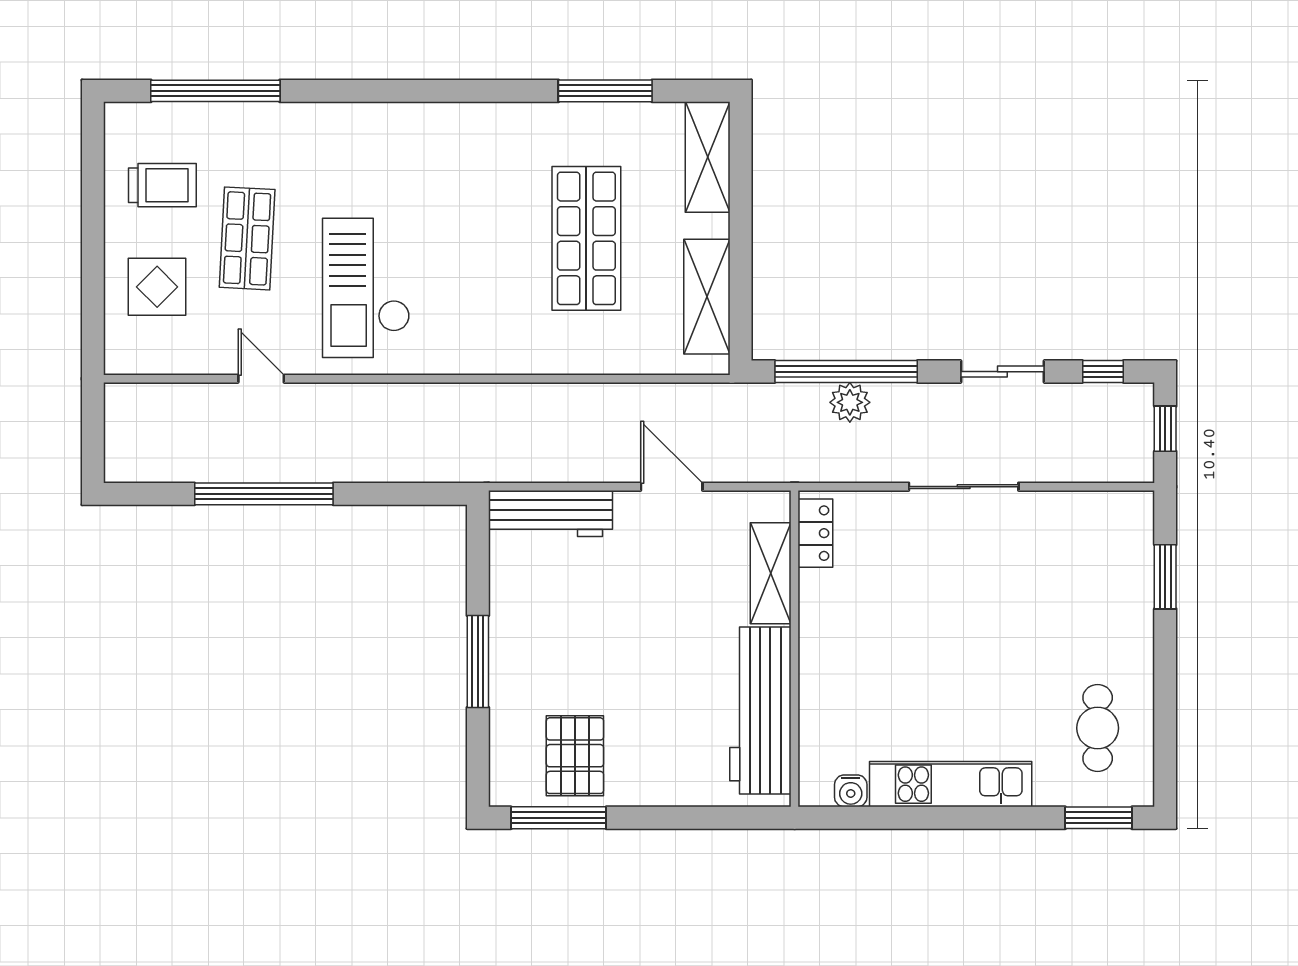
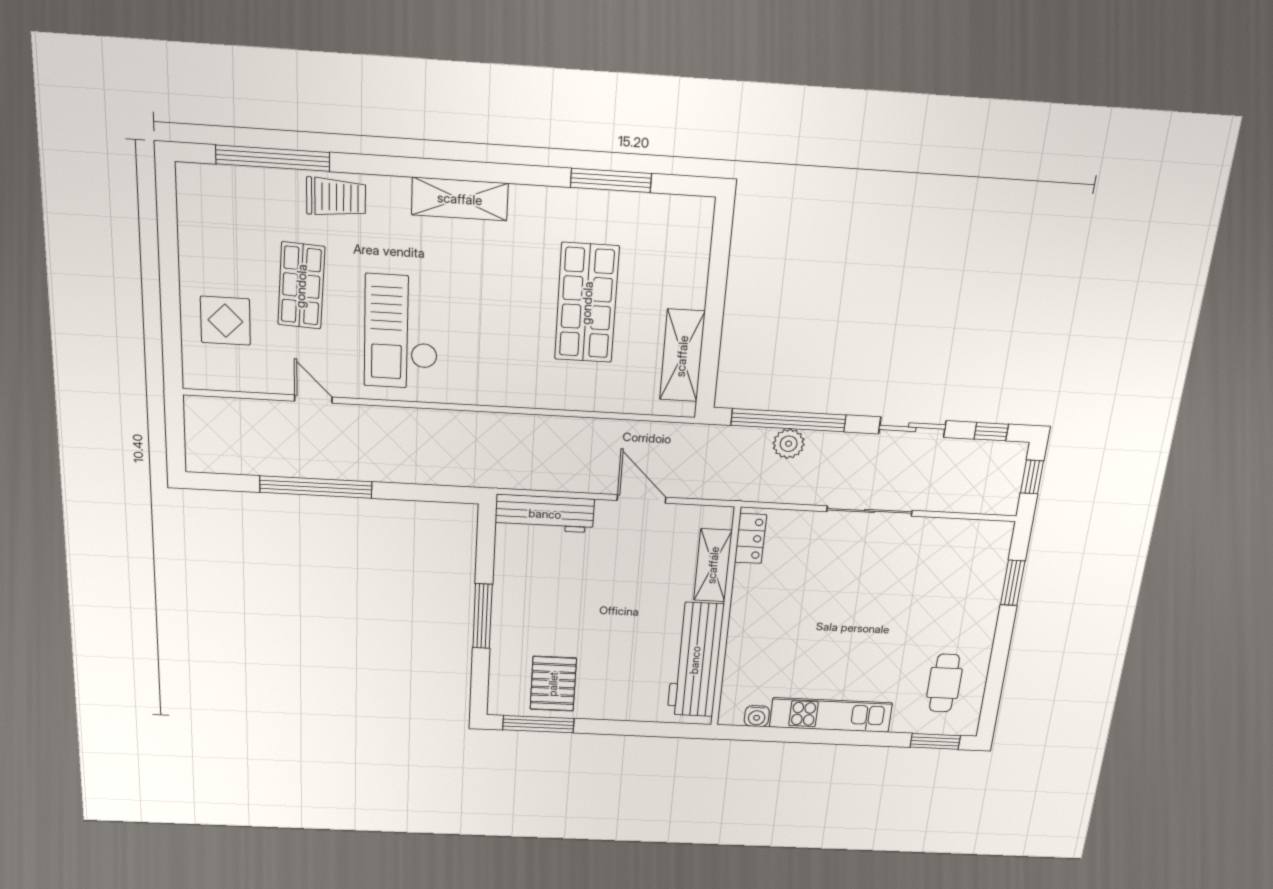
shelving: (708, 157) -> (460, 199), moved, turned 90
trolley: (162, 185) -> (336, 197), moved

